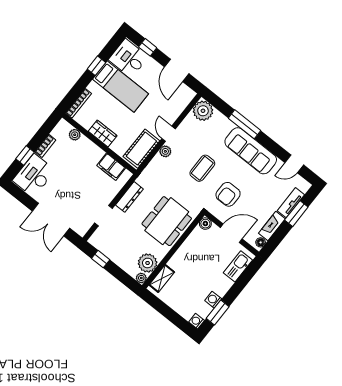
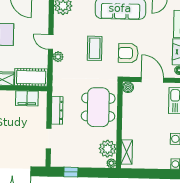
cot: (141, 149) -> (31, 77), moved, turned 90
armchair: (228, 194) -> (128, 53), turned 90
door: (231, 233) -> (152, 80), hinge flipped

